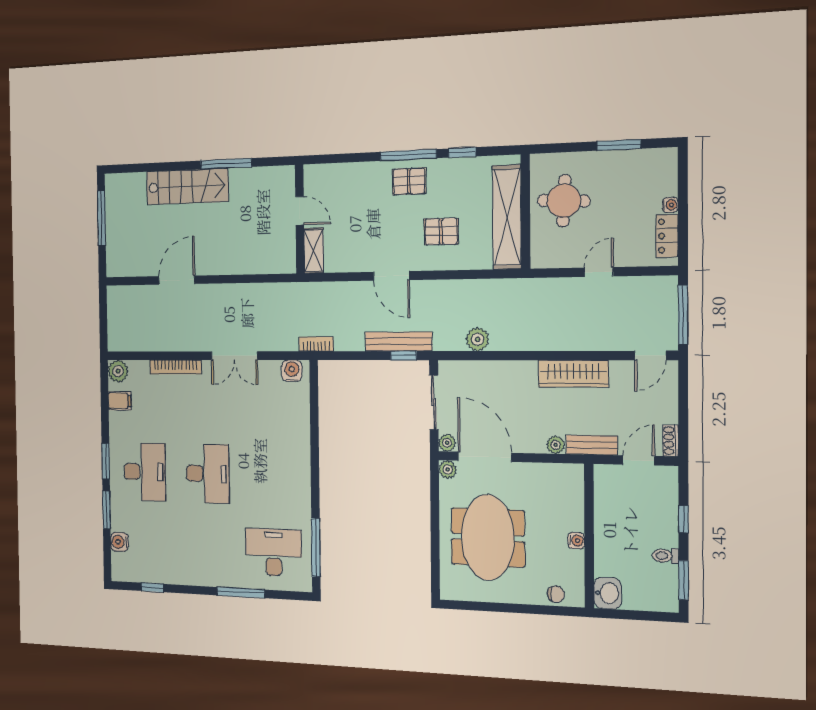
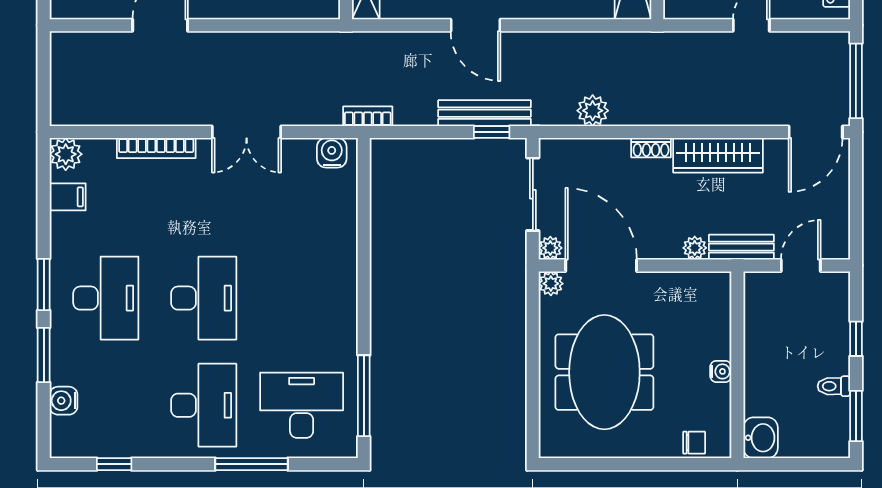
door: (650, 355) -> (816, 132), width x1.38
shoe rack: (671, 441) -> (651, 148), moved, turned -90
desk: (209, 549) -> (204, 405), added

